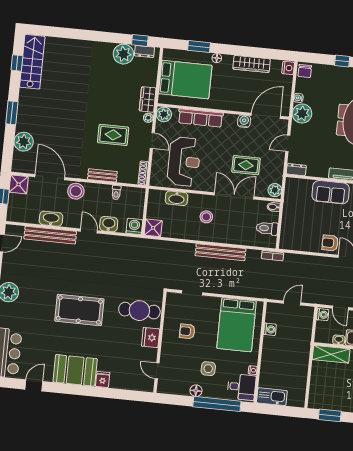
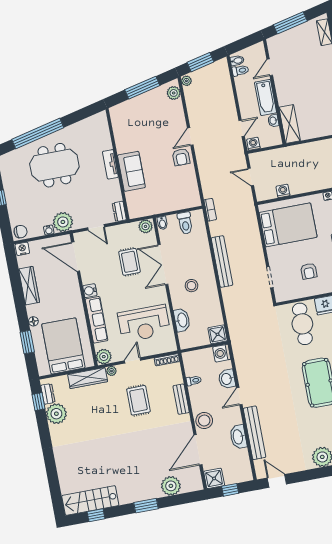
wardrobe: (148, 99) -> (88, 378), width x1.50
water cooler: (244, 121) -> (90, 291), moved
reception desk: (184, 162) -> (144, 323), turned 180

